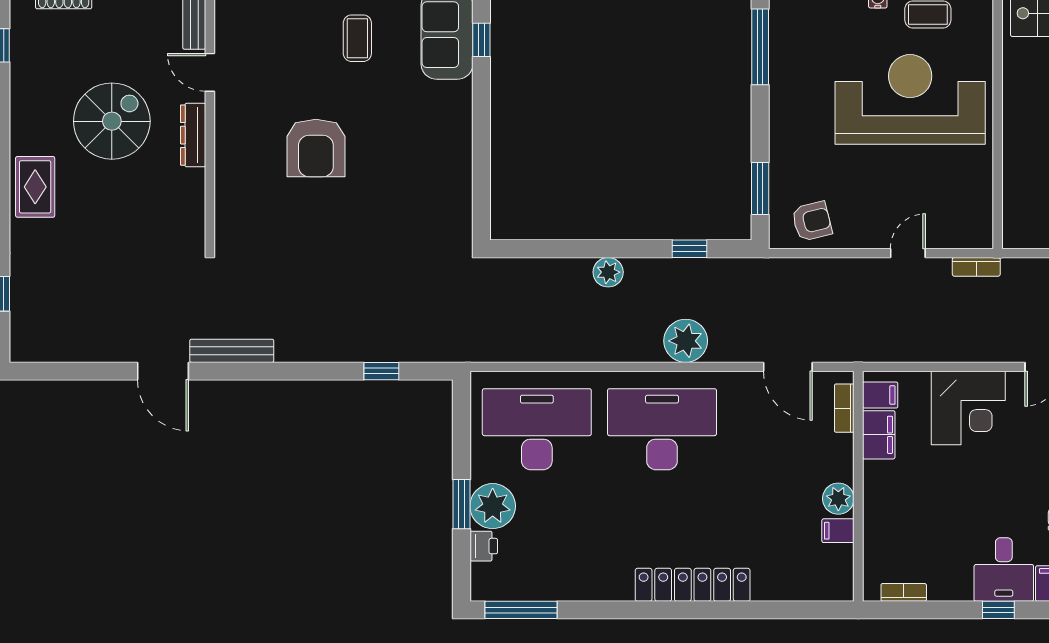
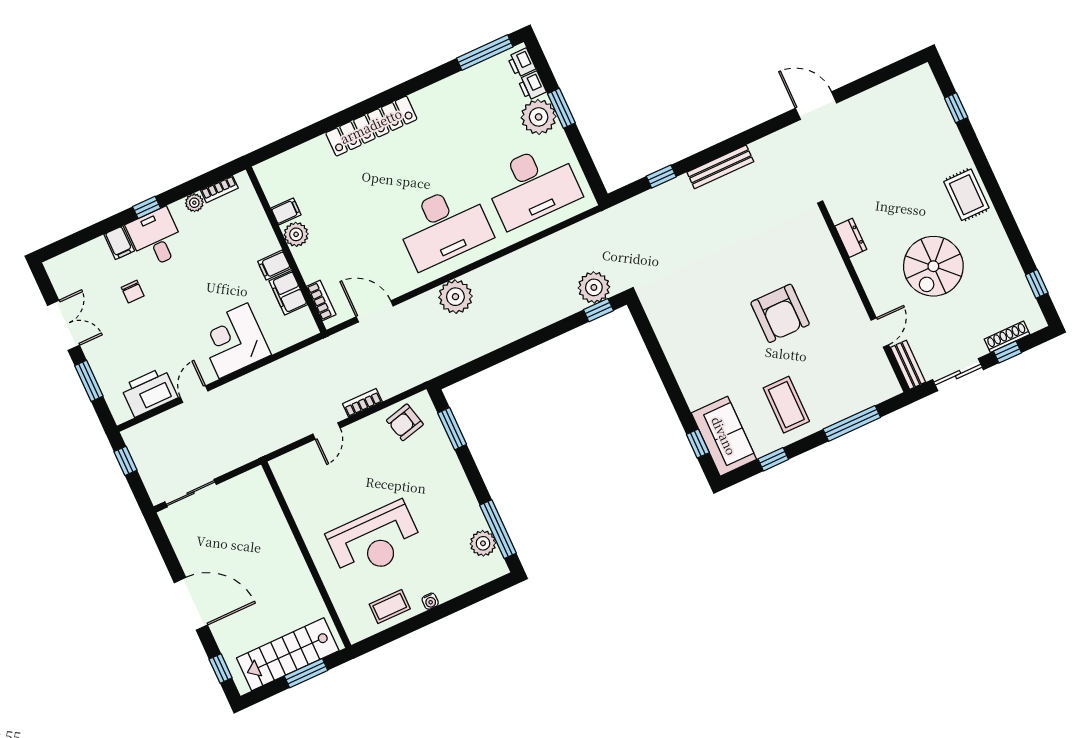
coffee table: (357, 38) -> (786, 405), width x1.36, depth x1.30
plant: (785, 38) -> (483, 543), added
door: (210, 72) -> (880, 332), hinge flipped
reception desk: (910, 99) -> (375, 541), width x0.74, depth x0.77
dresser: (193, 135) -> (851, 238), moved, width x0.70
armchair: (316, 148) -> (780, 313), turned 180
window: (690, 249) -> (598, 310), moved
bookcase: (976, 267) -> (362, 403), moved
plant: (608, 272) -> (594, 287), moved, width x1.36, depth x1.36
bench: (232, 351) -> (720, 167), moved
filing cabinet: (880, 395) -> (274, 265), moved
printer: (484, 578) -> (522, 63), added
plant: (940, 590) -> (194, 203), added

